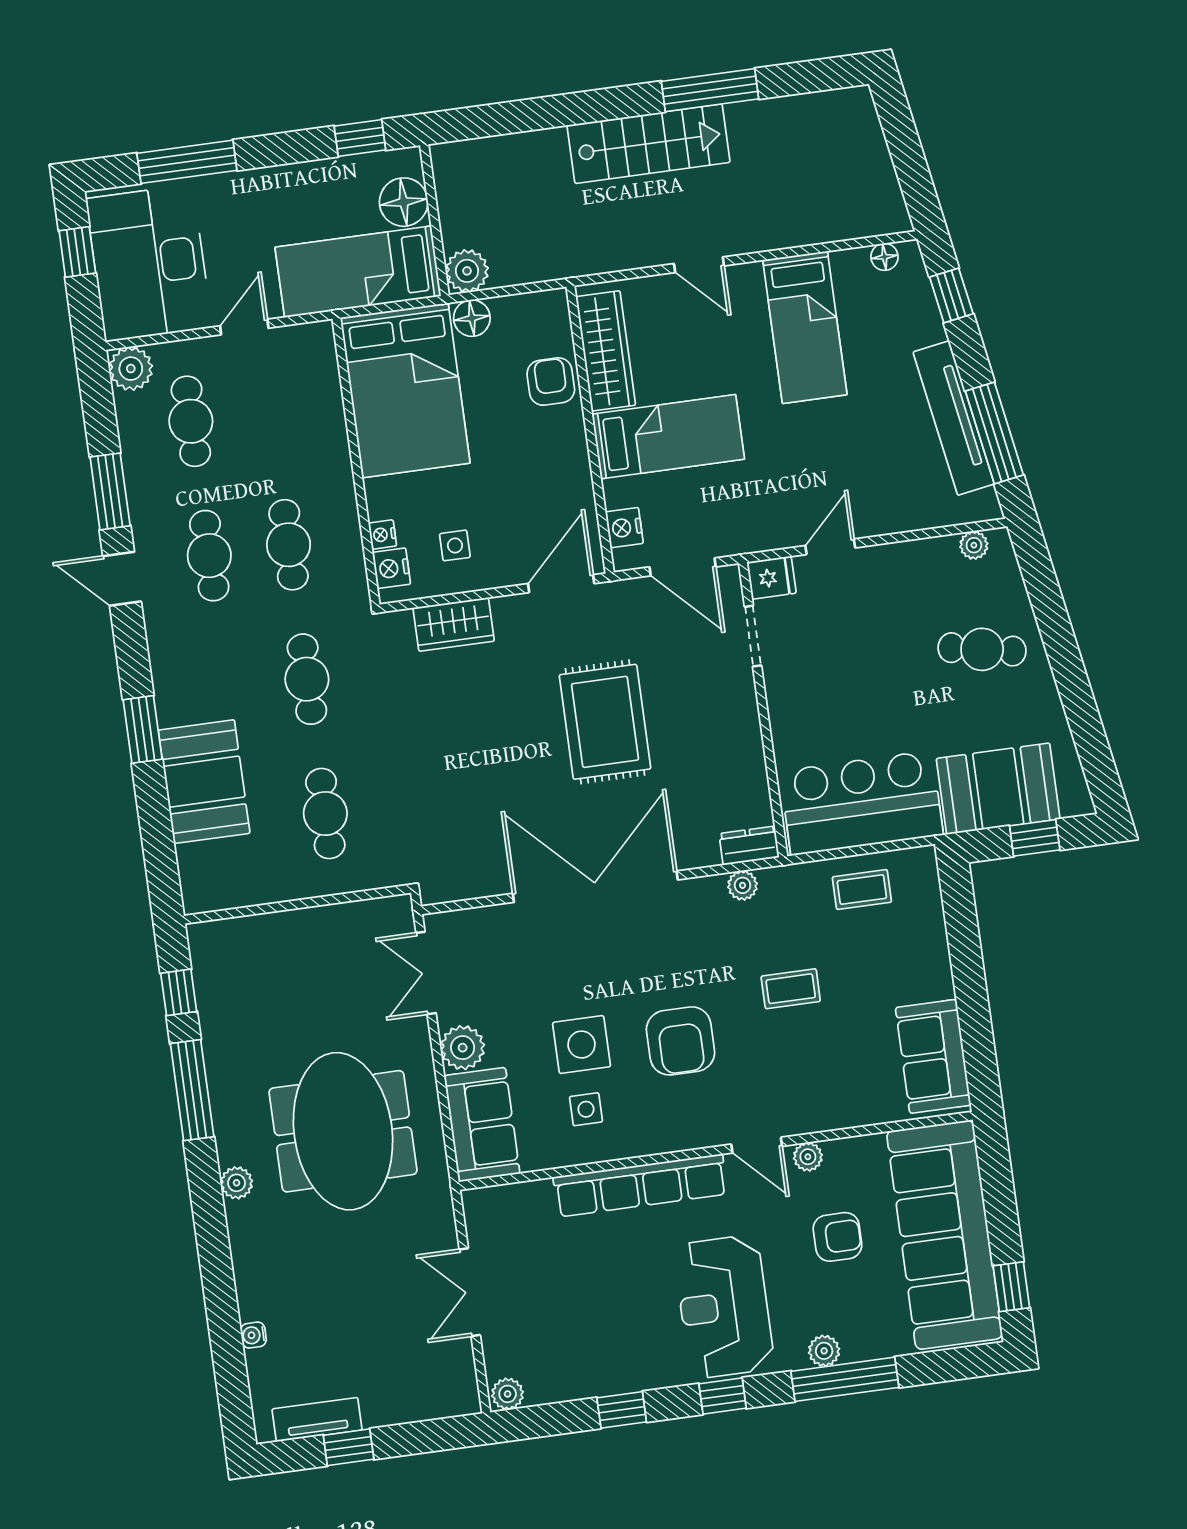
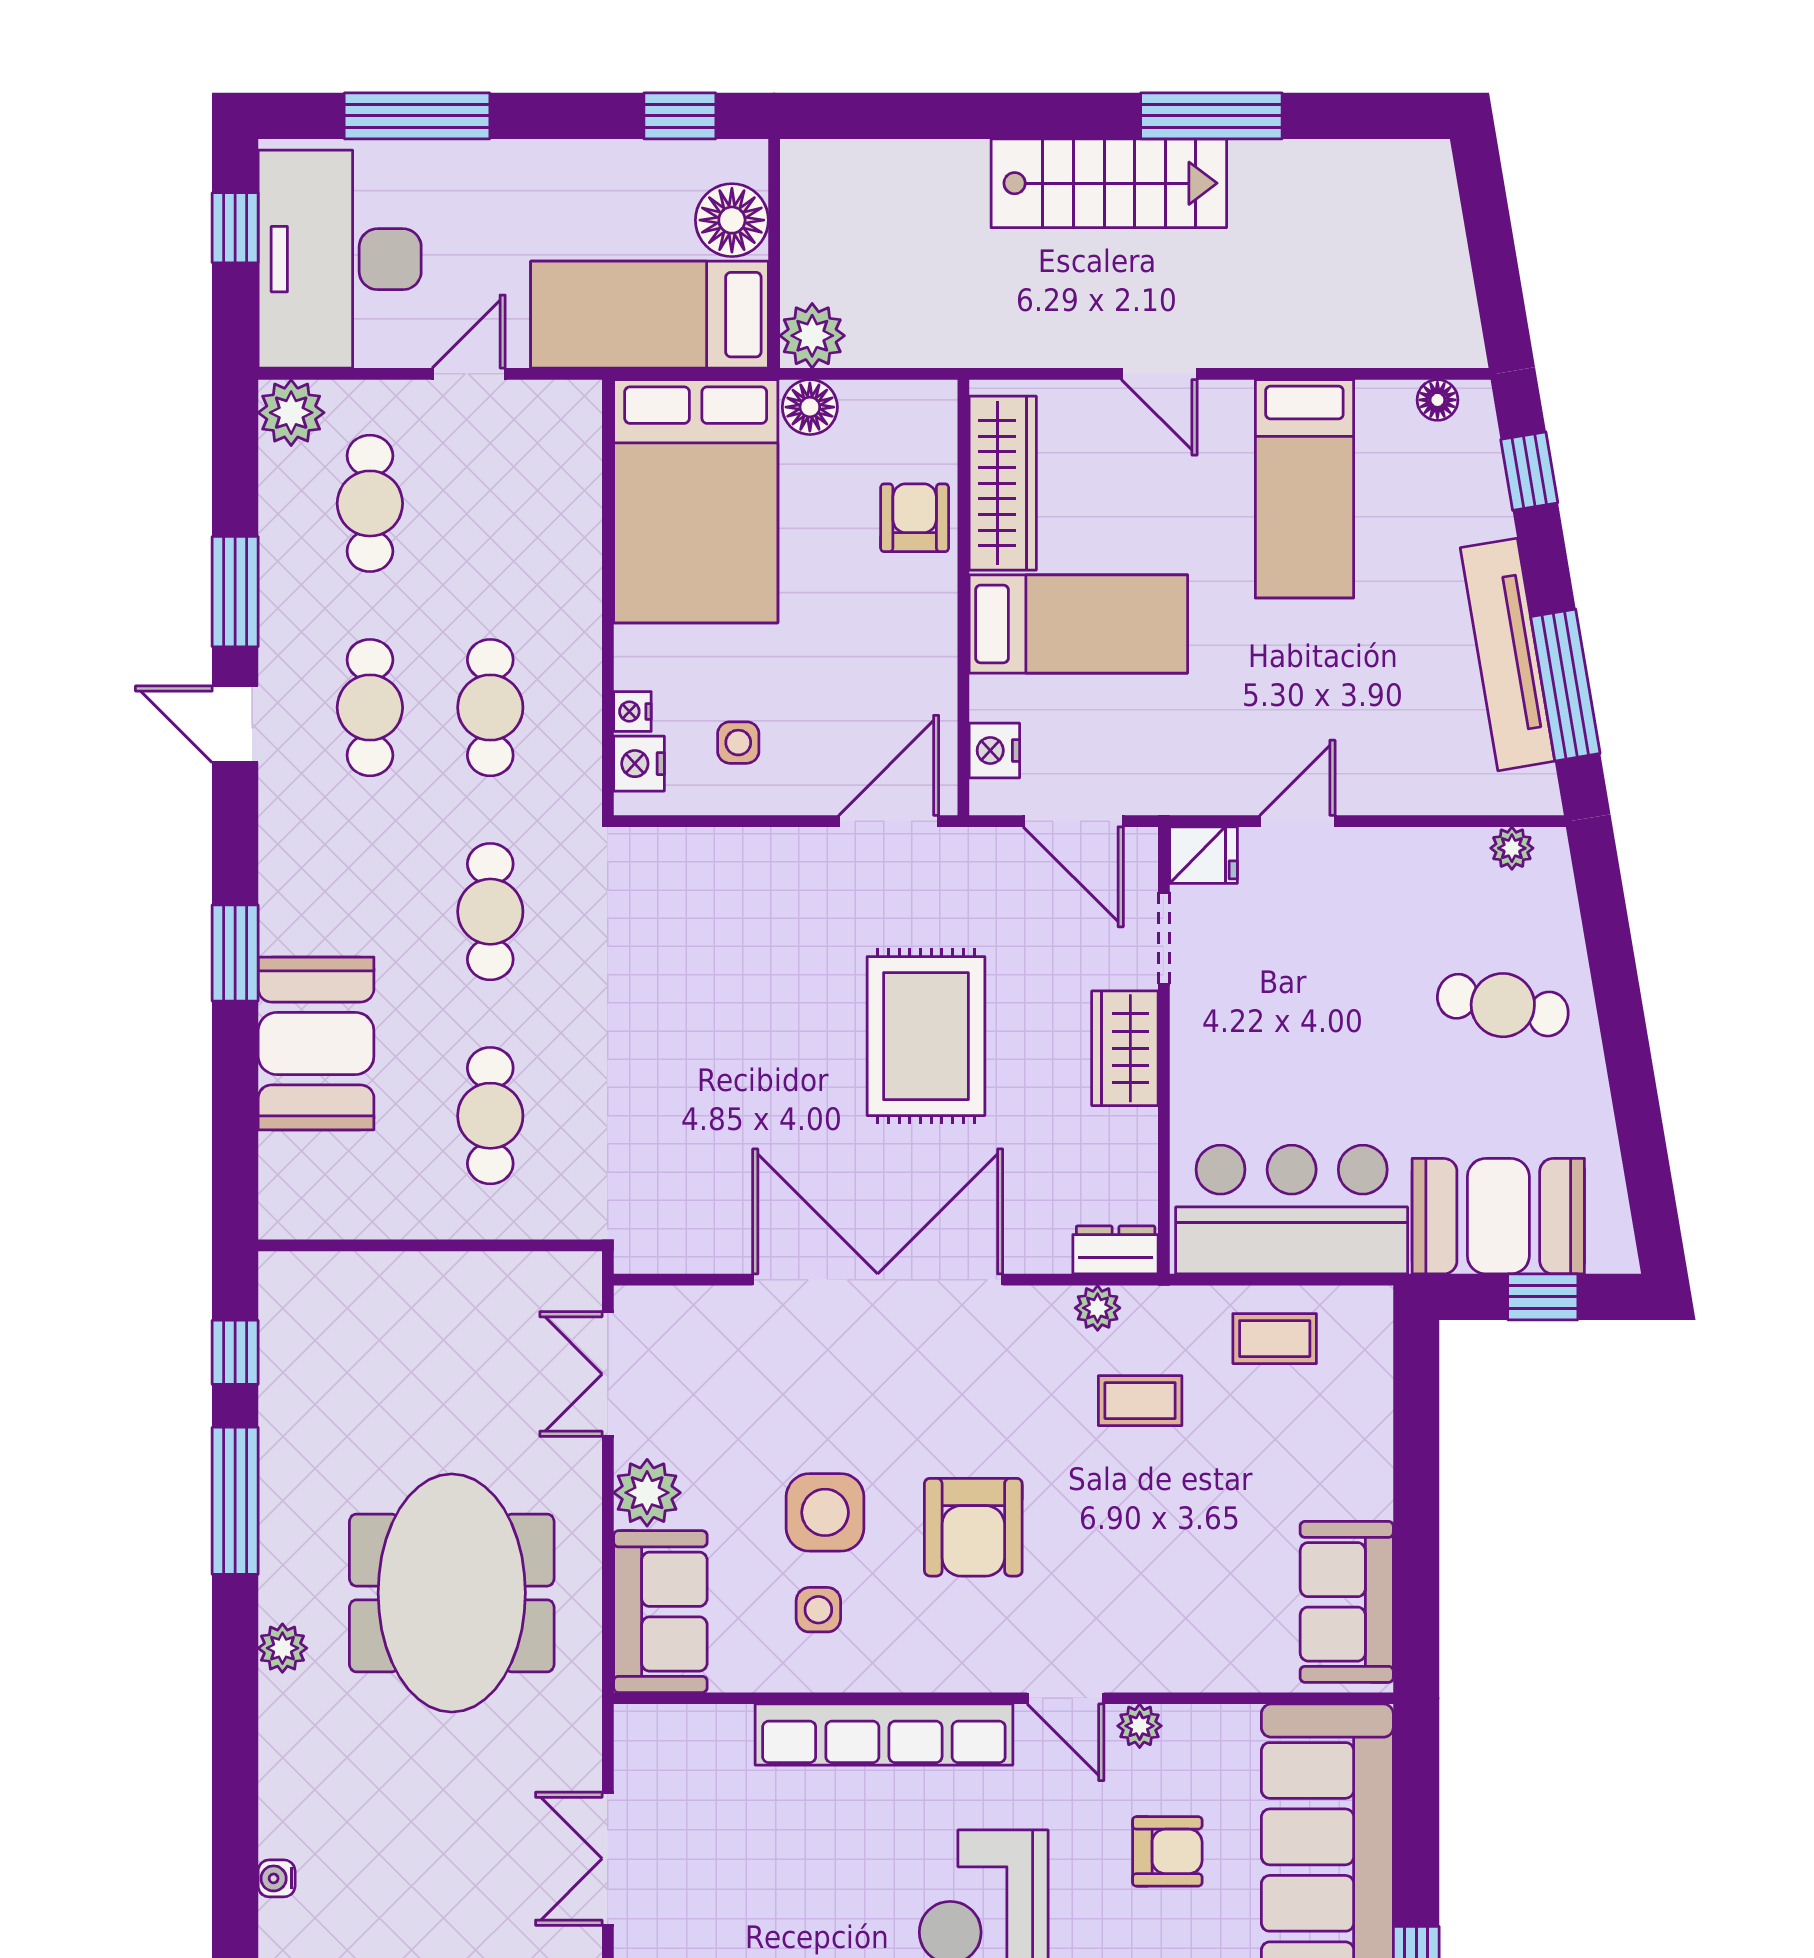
wardrobe: (454, 624) -> (1125, 1048), moved, turned 90
coffee table: (791, 989) -> (1140, 1401), moved

